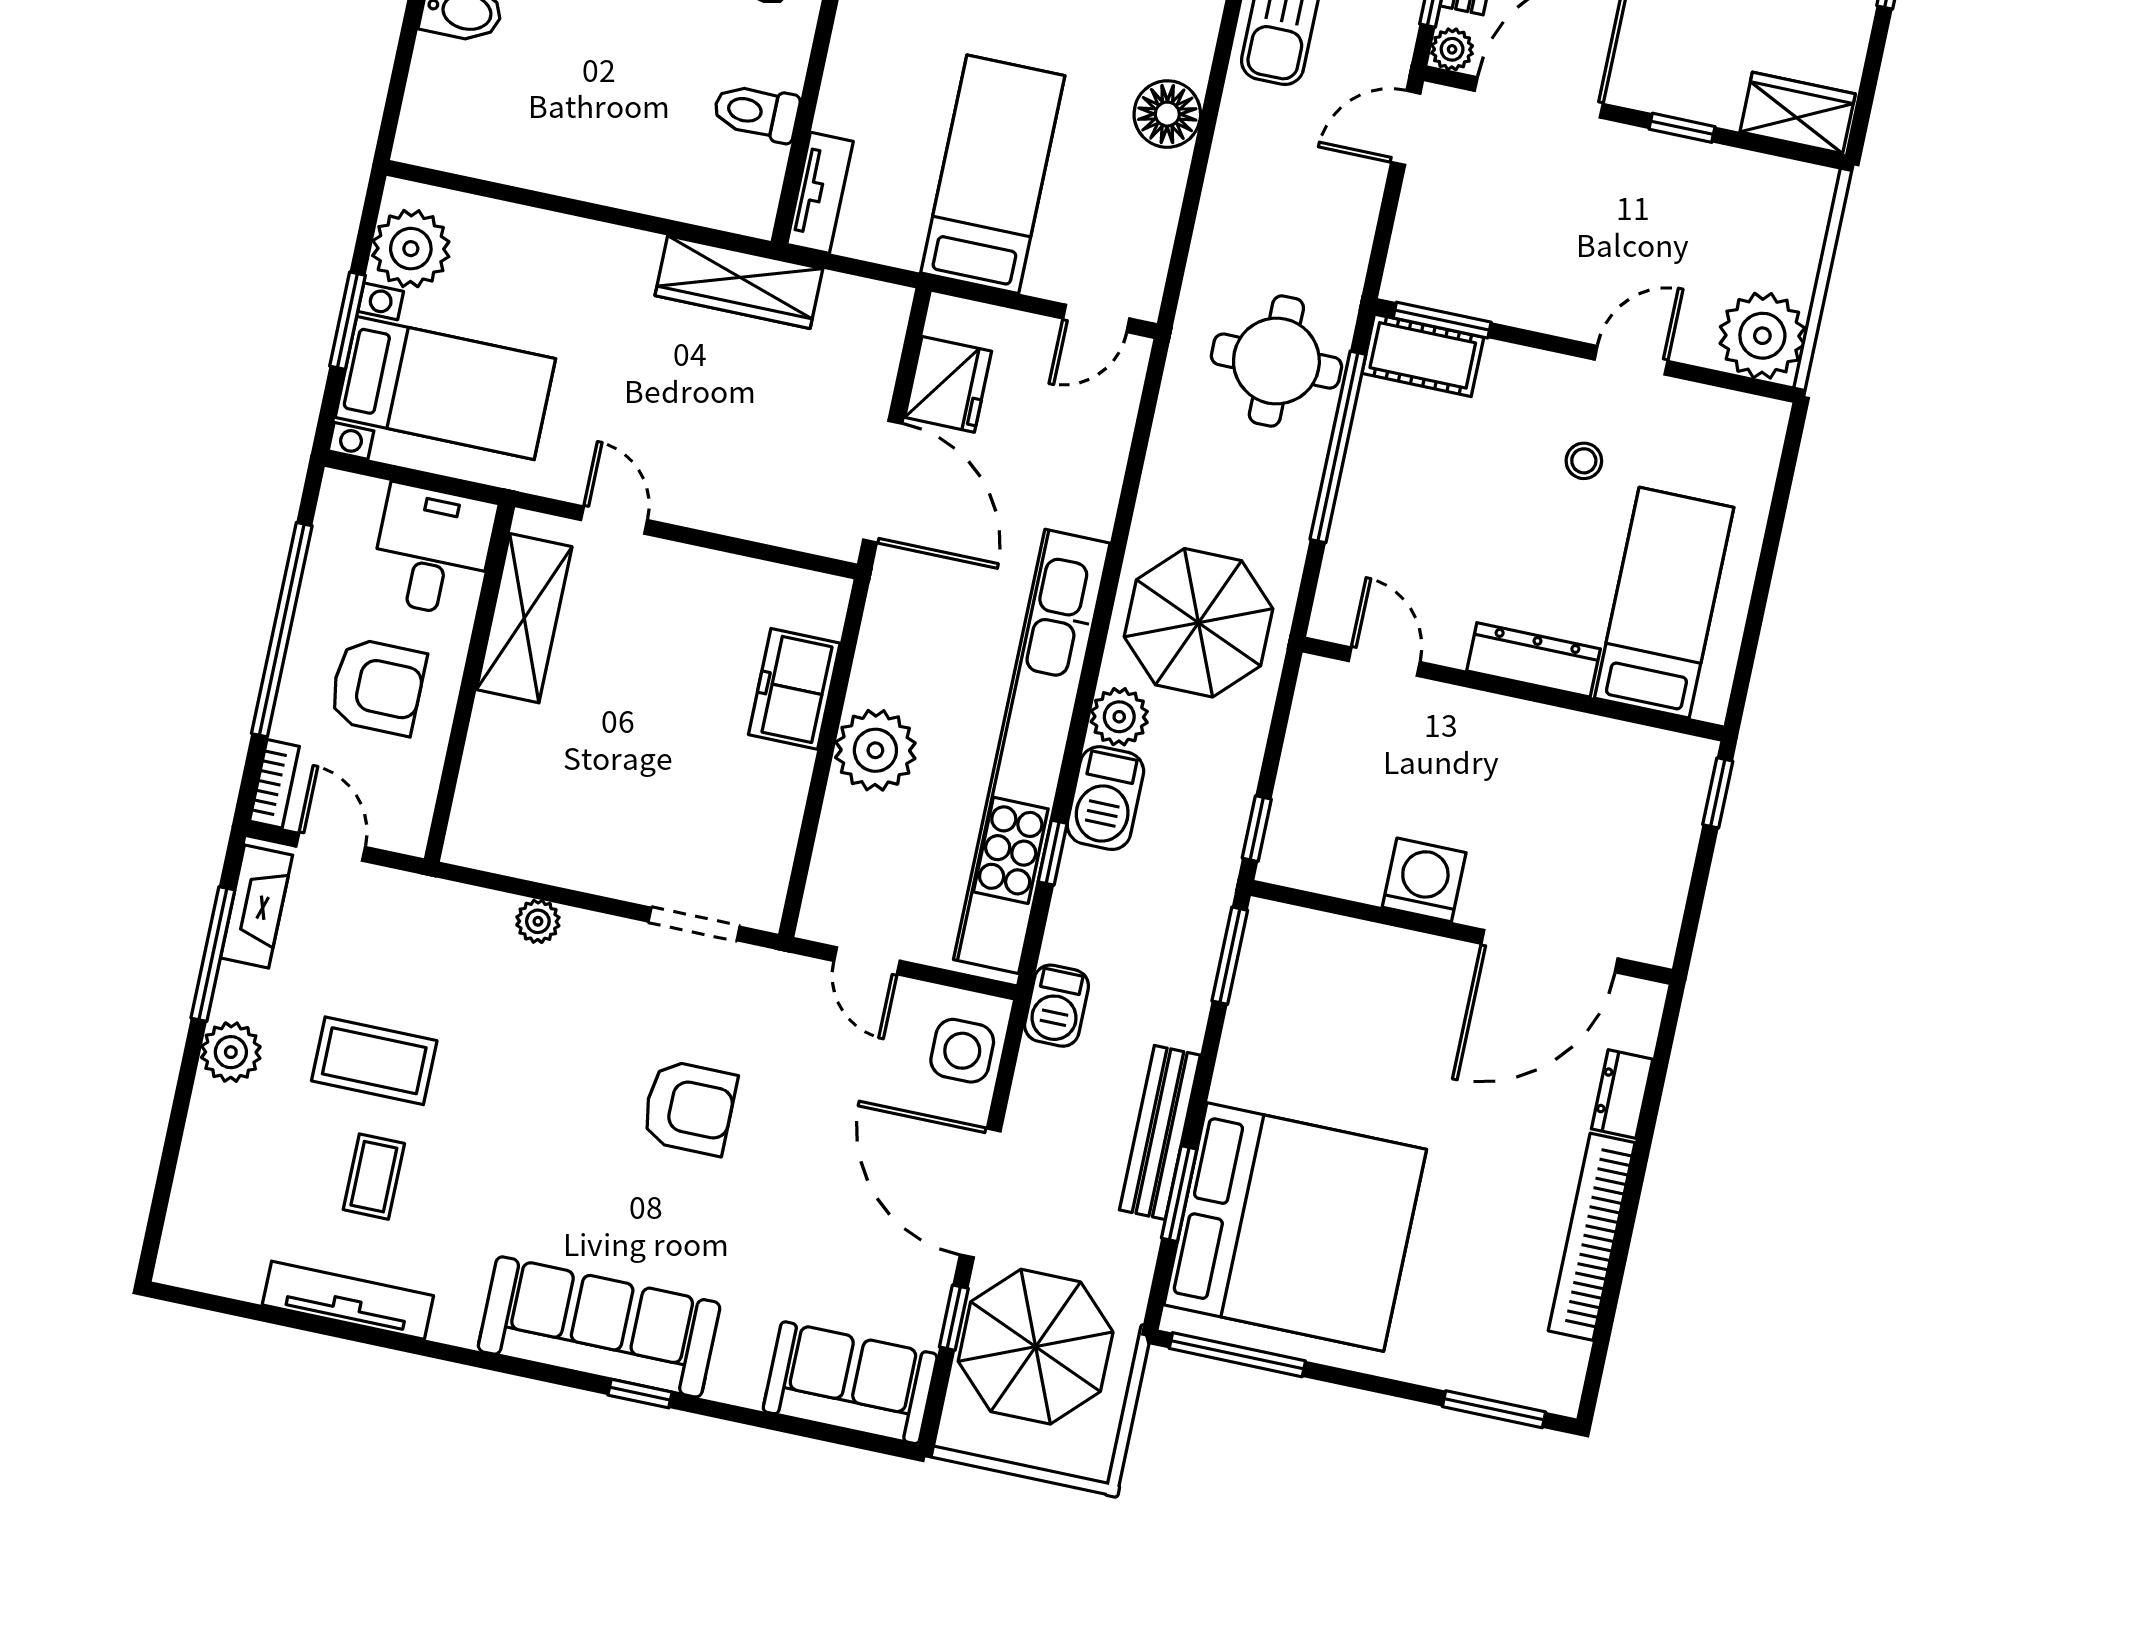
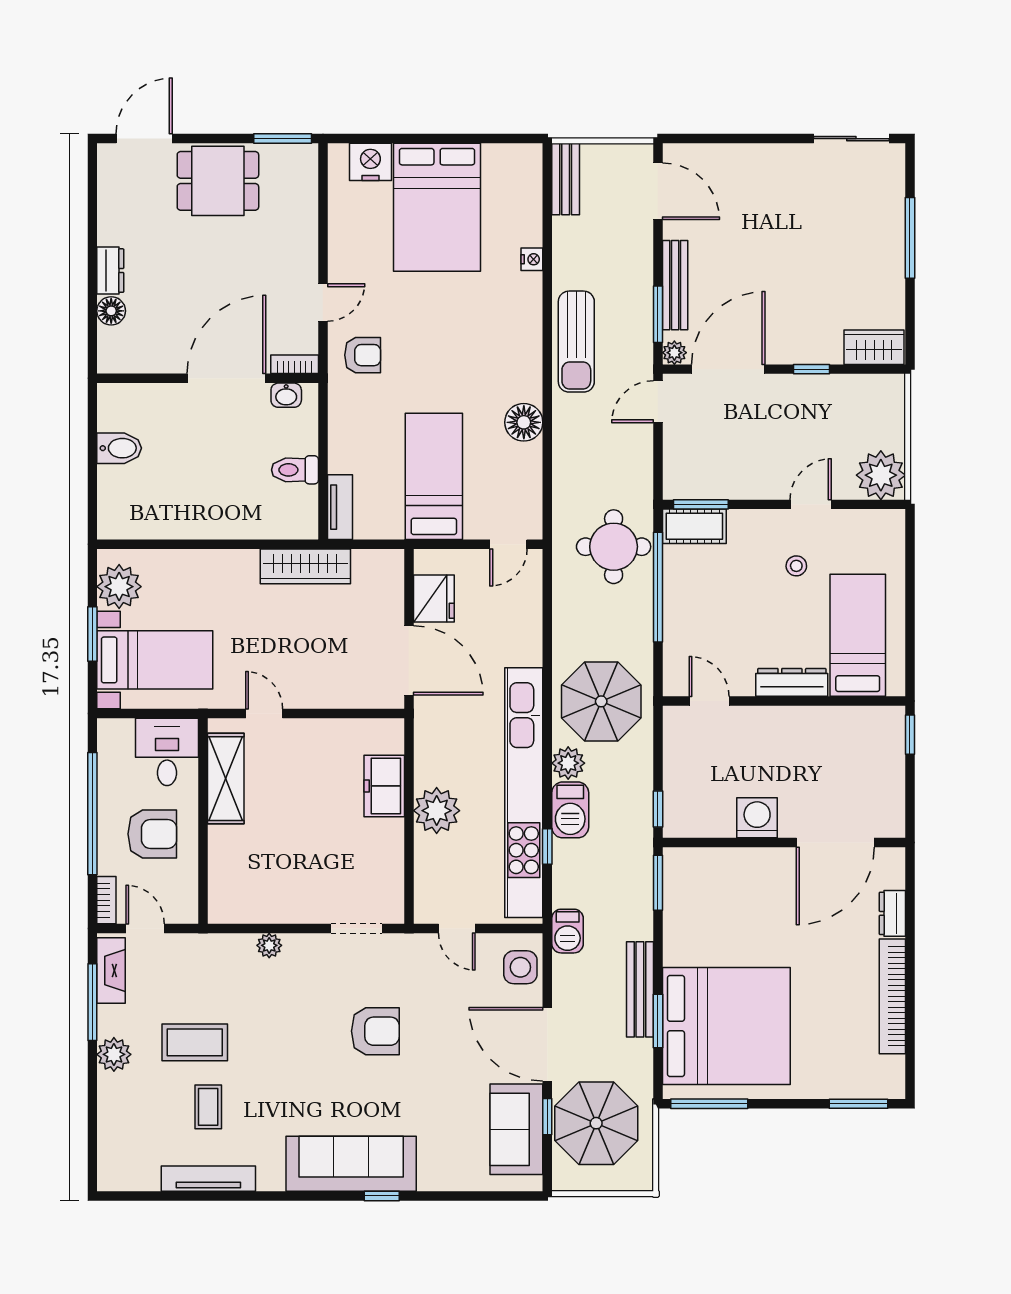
sofa: (850, 1383) -> (516, 1129), moved, turned -90

